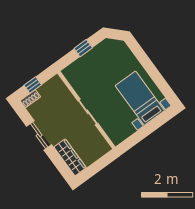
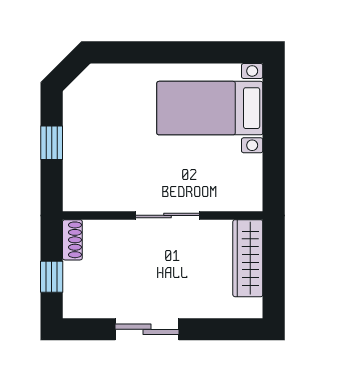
shoe rack: (30, 99) -> (72, 240), moved
wardrobe: (70, 157) -> (248, 258), moved, turned -90

